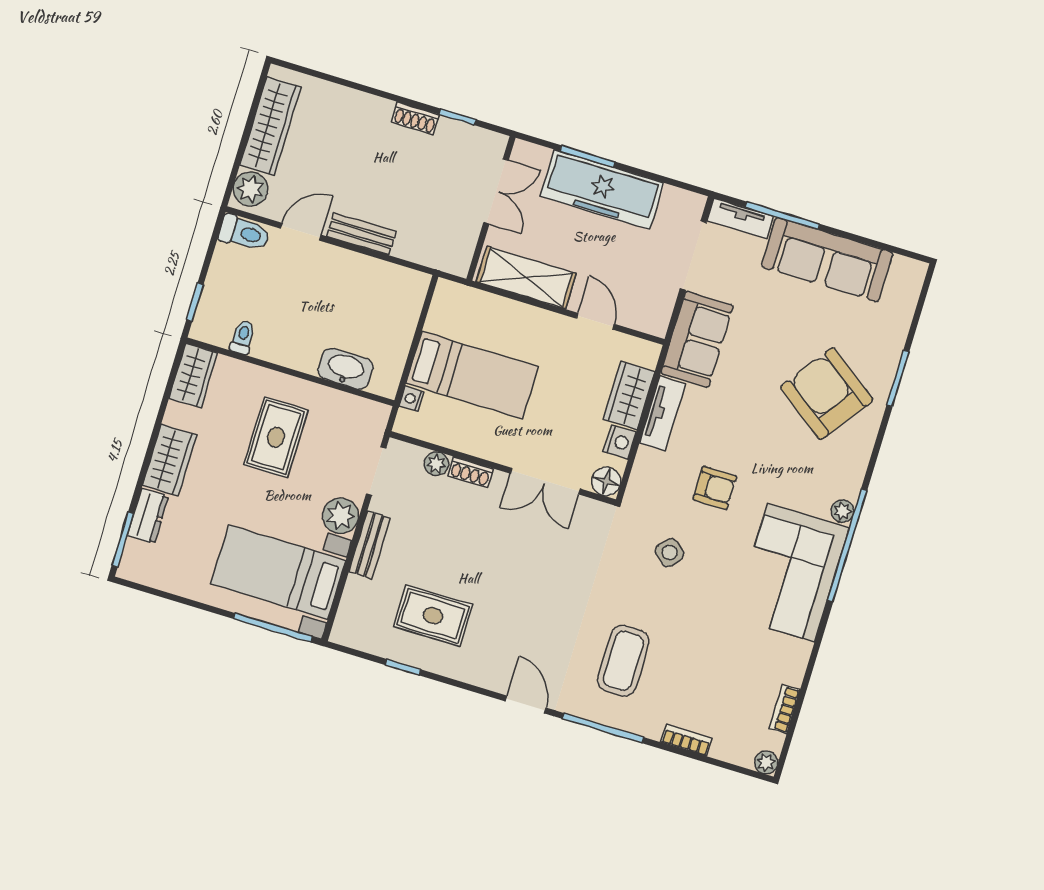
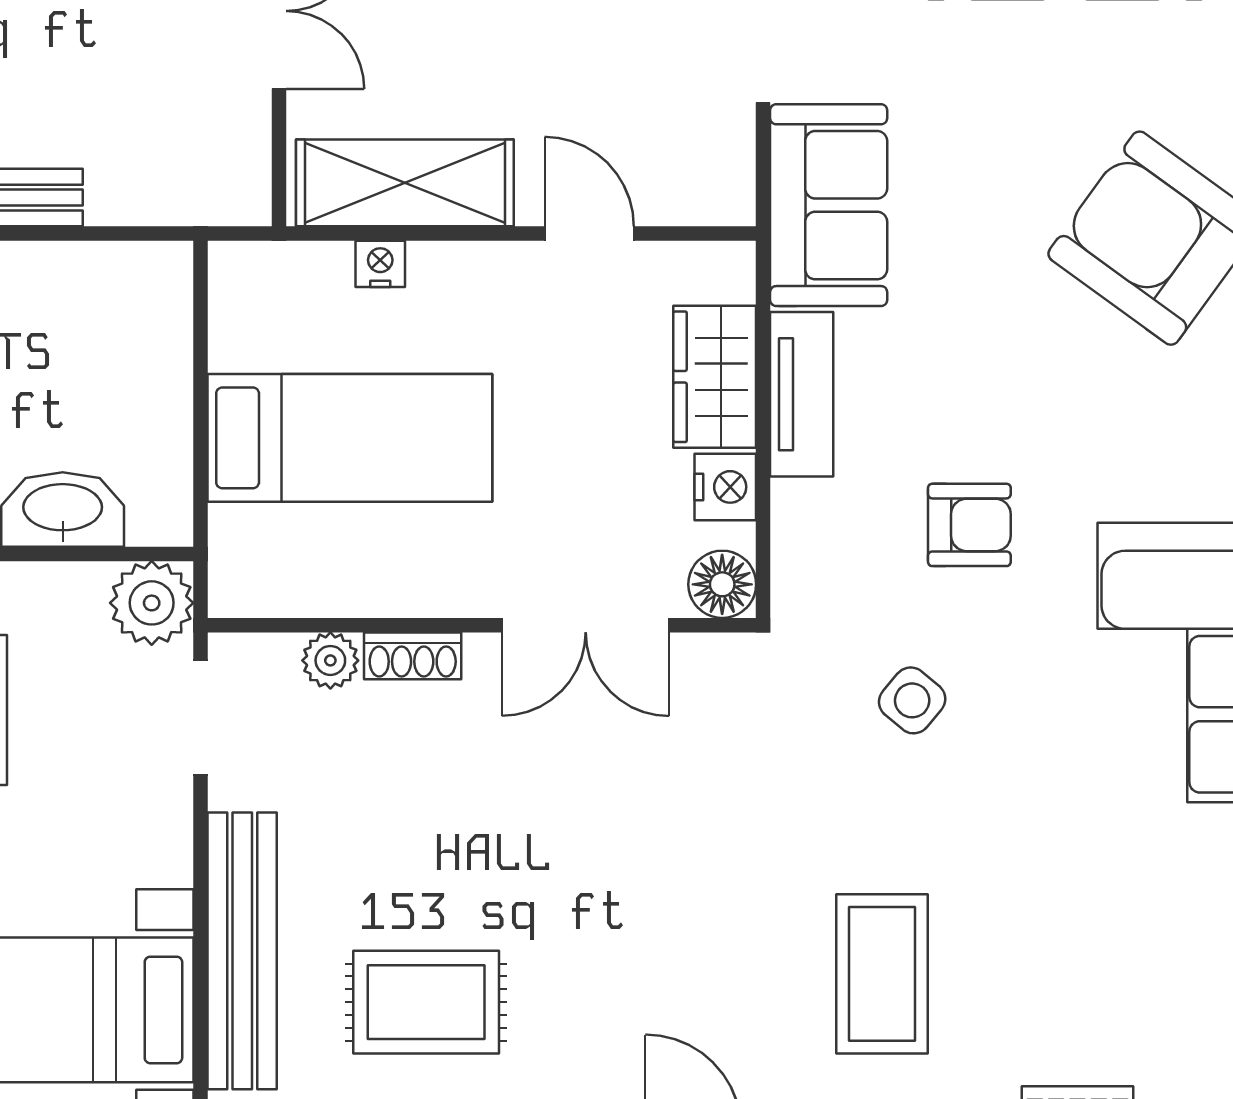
nightstand: (412, 399) -> (380, 264), moved, turned 90
plant: (341, 516) -> (152, 603), moved
bench: (370, 545) -> (242, 951), width x1.86, depth x1.21

